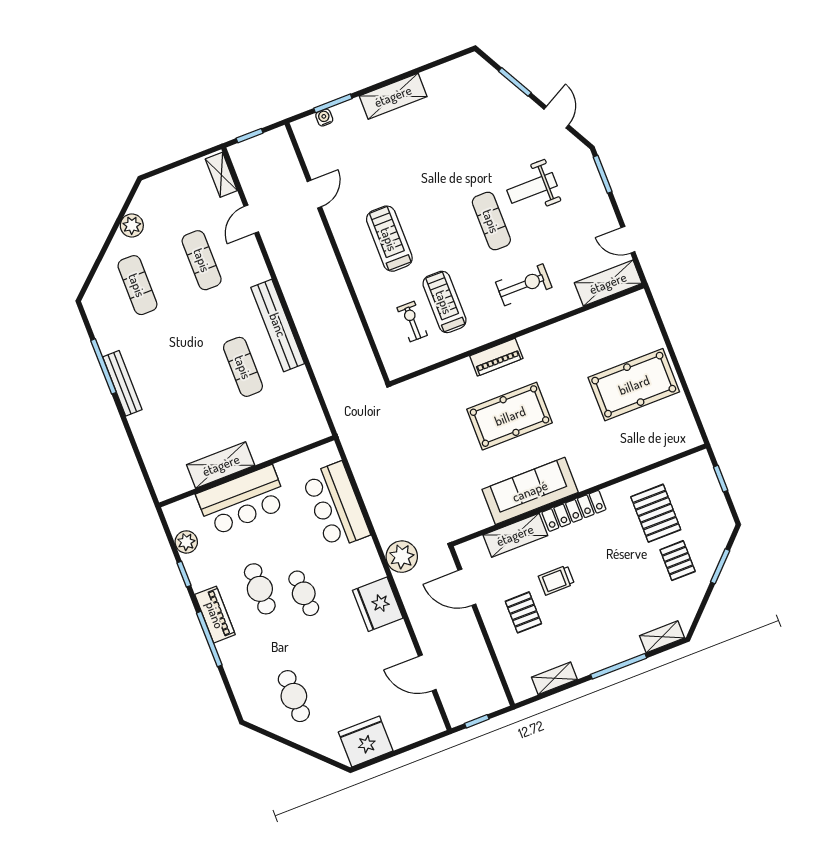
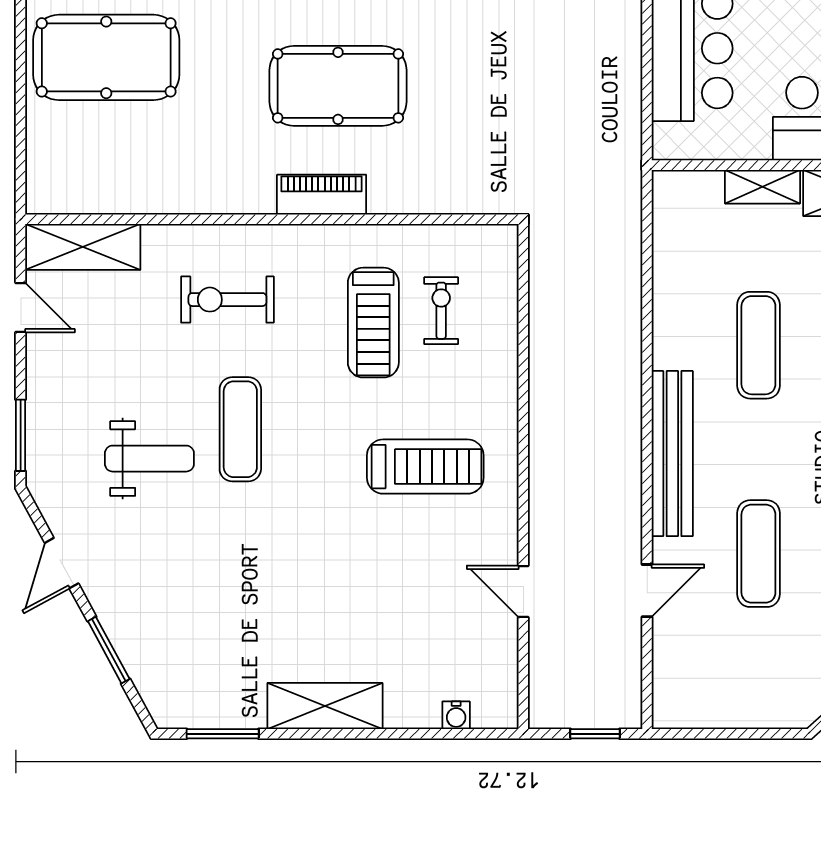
window: (333, 103) -> (223, 734), moved
shelving: (221, 175) -> (763, 187), moved, turned 90
door: (314, 194) -> (523, 592), hinge flipped
treadmill: (389, 239) -> (425, 467), turned -90
exercise bike: (412, 321) -> (441, 311), turned 180
bench: (278, 325) -> (672, 454), moved

